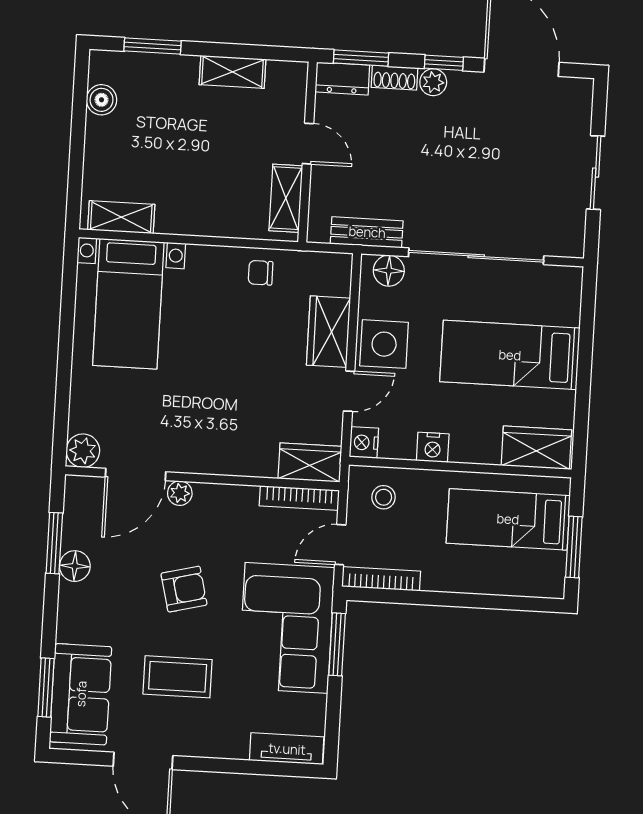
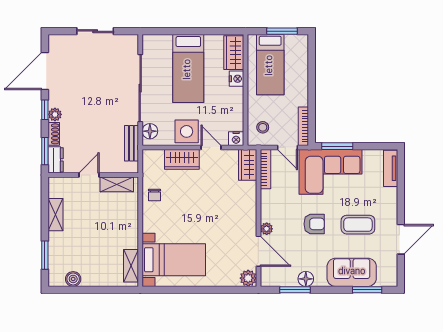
nightstand: (433, 447) -> (236, 79), moved
armchair: (184, 589) -> (314, 224), turned 104
coffee table: (178, 677) -> (358, 225), turned 90
sofa: (81, 694) -> (352, 272), moved

